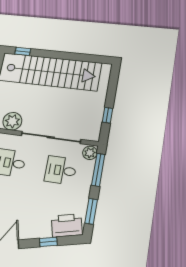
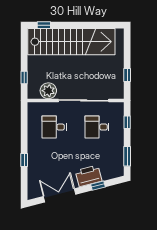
plant: (90, 153) -> (118, 109), removed
window: (98, 170) -> (127, 122), width x0.46
printer: (67, 225) -> (89, 176), moved

